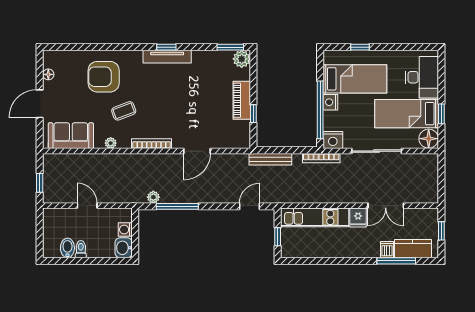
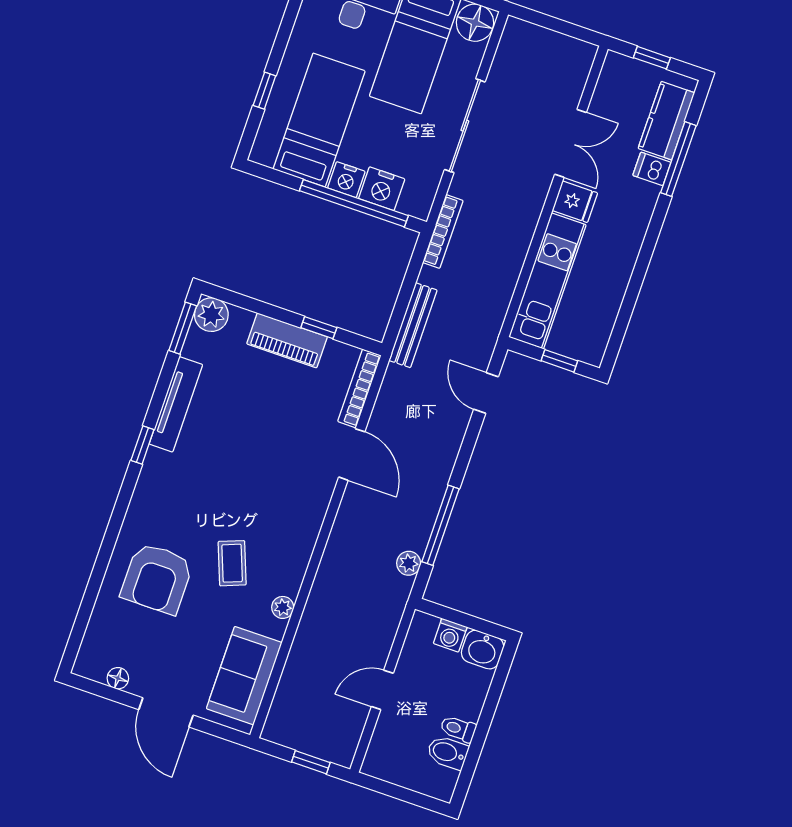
tv unit: (167, 57) -> (176, 404), moved
nightstand: (333, 140) -> (382, 189), moved, turned 90
bookcase: (152, 144) -> (359, 388), moved

